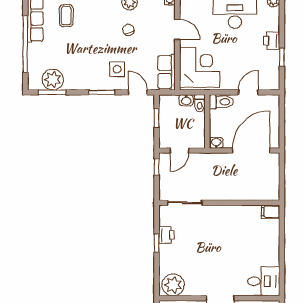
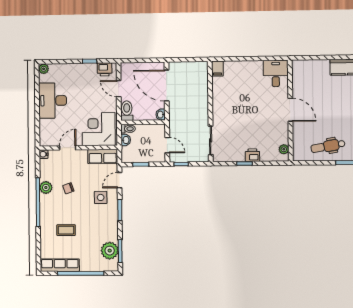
coffee table: (66, 16) -> (66, 230), moved
printer: (272, 41) -> (105, 69), moved
printer: (166, 235) -> (252, 155), moved
plant: (173, 285) -> (284, 149), width x0.53, depth x0.53

